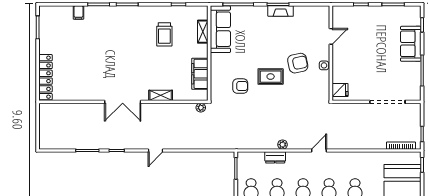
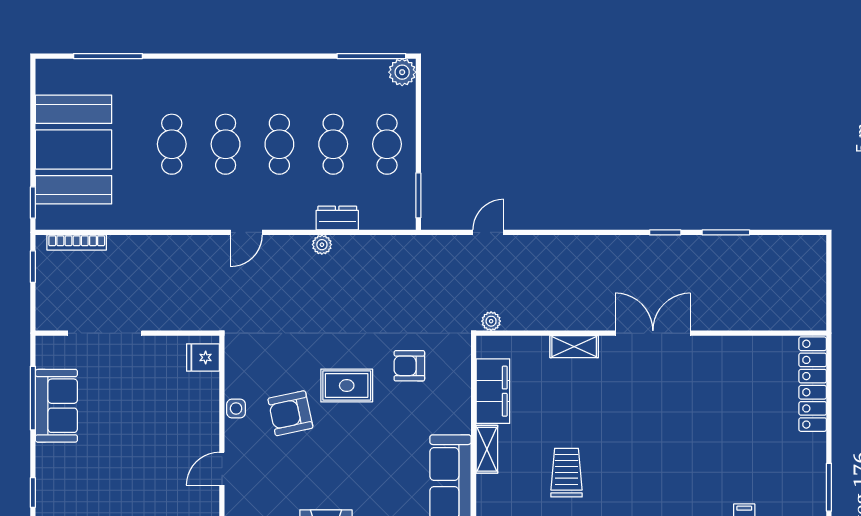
shelving: (203, 32) -> (487, 449), moved
sofa: (411, 44) -> (56, 406), moved
door: (155, 150) -> (488, 232), moved

